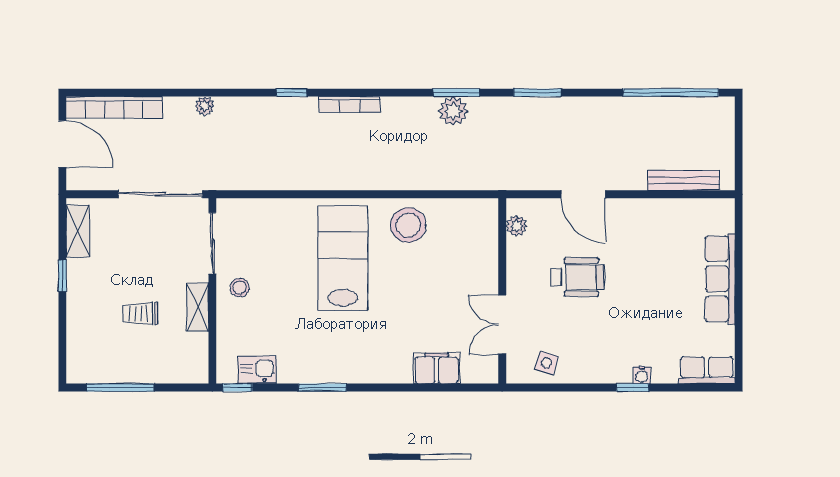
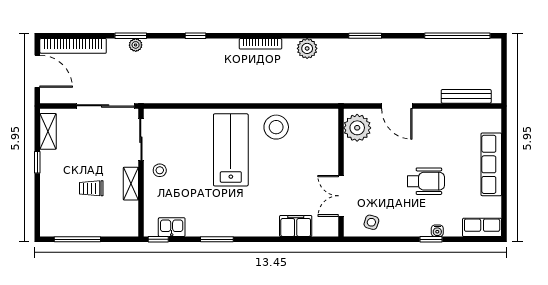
window: (456, 93) -> (131, 36), moved
bookcase: (350, 104) -> (261, 44), moved
plant: (517, 226) -> (357, 128), width x1.88, depth x1.88
wheelchair: (577, 277) -> (426, 181), moved

